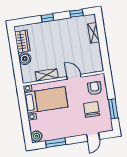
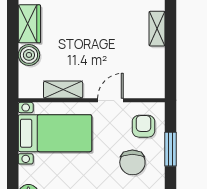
door: (74, 77) -> (110, 100), hinge flipped
chair: (92, 109) -> (132, 162), turned 180
window: (113, 109) -> (171, 149), moved

